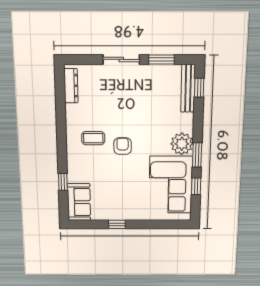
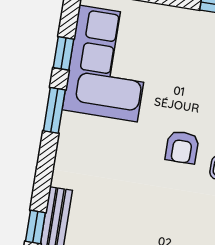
plant: (182, 144) -> (78, 135), removed

